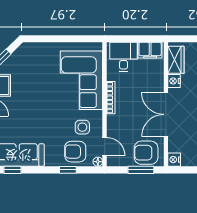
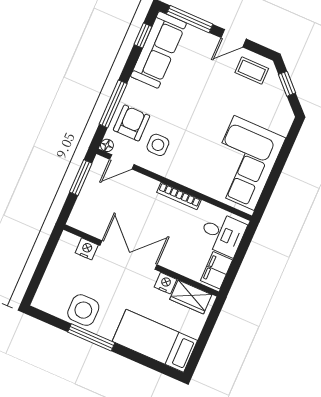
corner sofa: (81, 80) -> (244, 163), moved, turned -90
armchair: (146, 153) -> (92, 210), removed
nightstand: (174, 160) -> (87, 249), moved
window: (68, 170) -> (113, 104), width x2.17
window: (141, 170) -> (81, 178), moved

